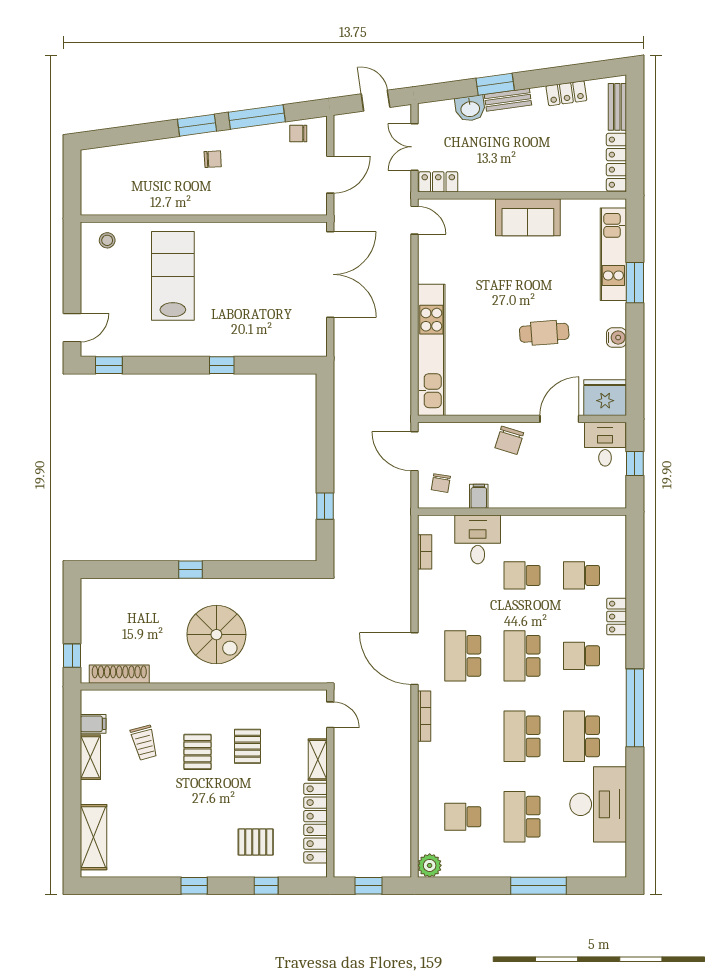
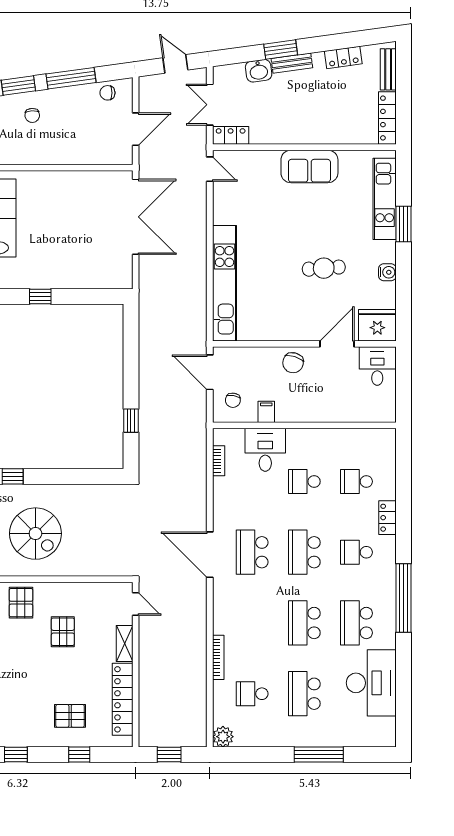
chair: (213, 159) -> (32, 115), turned 90
window: (635, 463) -> (403, 383), removed
bookcase: (424, 716) -> (218, 657), moved
pallet: (197, 752) -> (21, 603), moved

